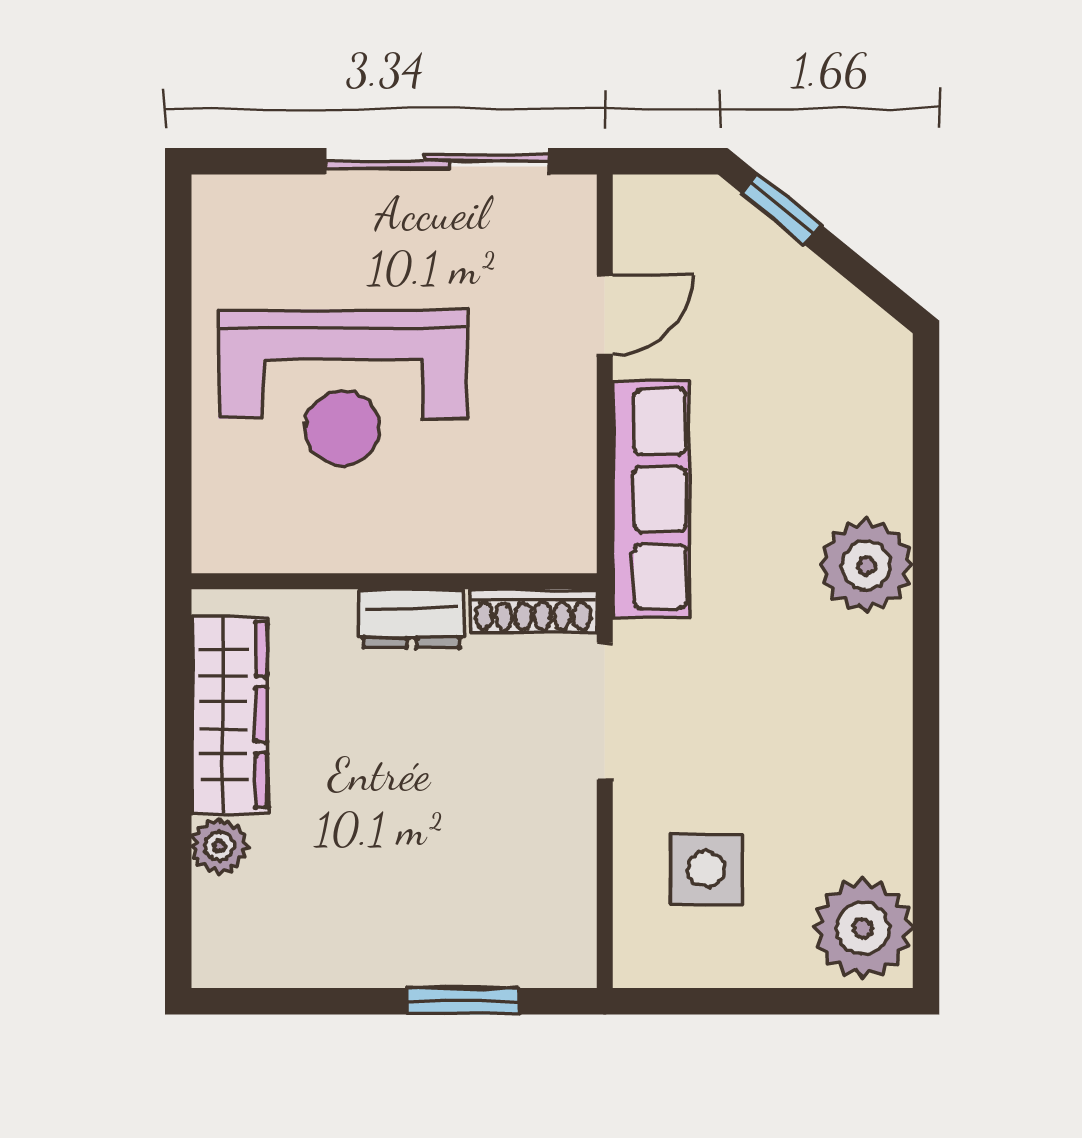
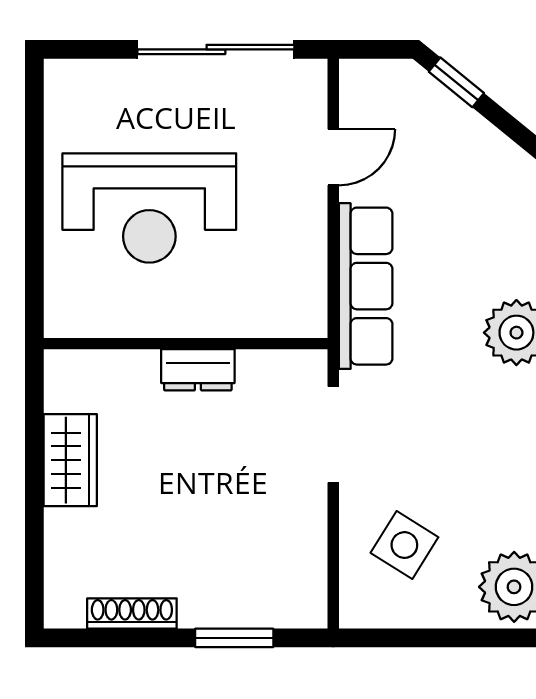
shoe rack: (533, 611) -> (132, 613), moved, turned 180
wardrobe: (229, 715) -> (70, 460), width x0.67
plant: (219, 846) -> (63, 529), removed
side table: (706, 869) -> (404, 545), turned 32

